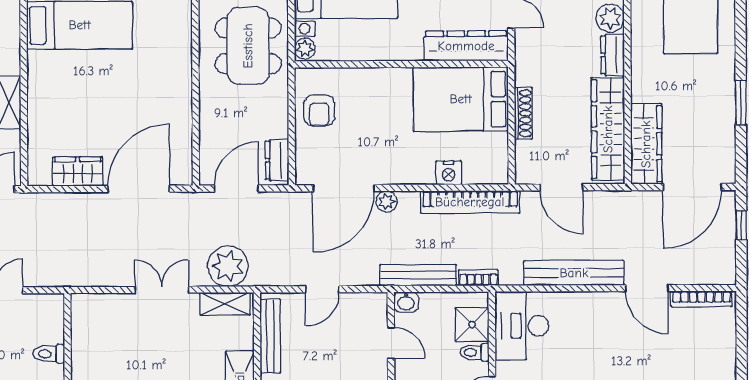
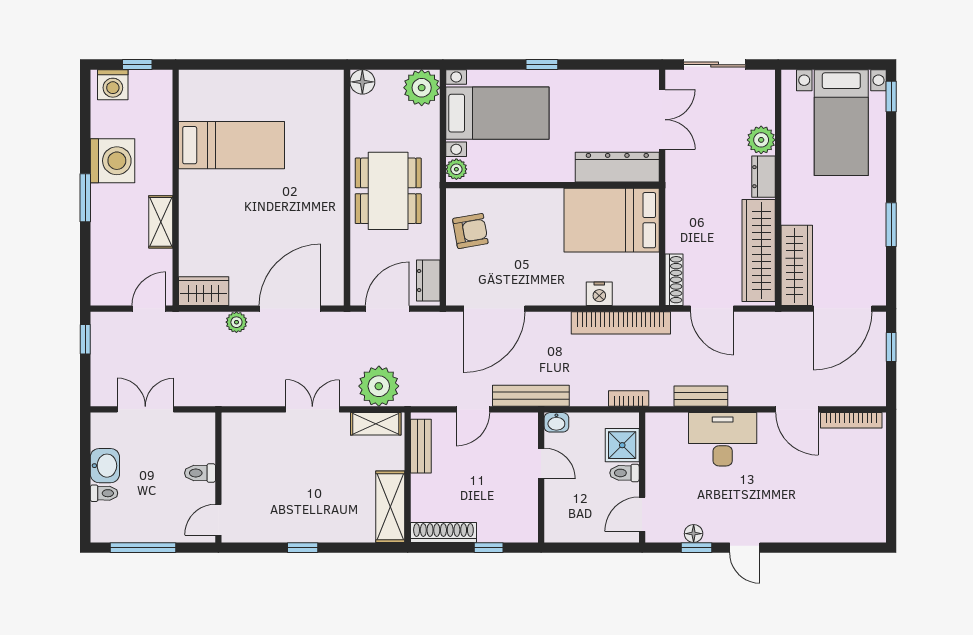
dining table: (248, 46) -> (388, 191), moved
armchair: (319, 110) -> (470, 231), turned -100
shoe rack: (523, 113) -> (674, 280), moved
wardrobe: (78, 171) -> (204, 291), moved
plant: (387, 202) -> (236, 322), moved
bench: (574, 273) -> (701, 396), width x0.54, depth x0.82
bench: (418, 275) -> (531, 396), moved
desk: (522, 326) -> (723, 439), moved, turned 90
bench: (270, 336) -> (421, 446), width x0.73

